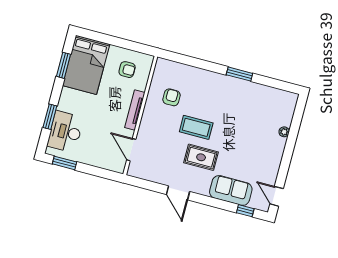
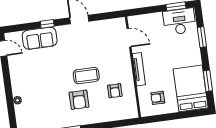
armchair: (215, 104) -> (79, 100), added
desk: (65, 132) -> (179, 22), moved, turned -90
rug: (201, 157) -> (73, 54), removed
window: (245, 211) -> (47, 24), moved

